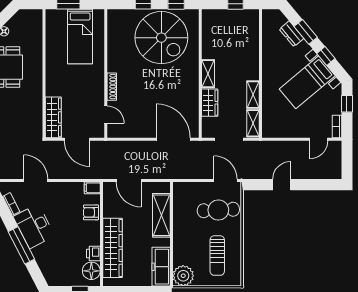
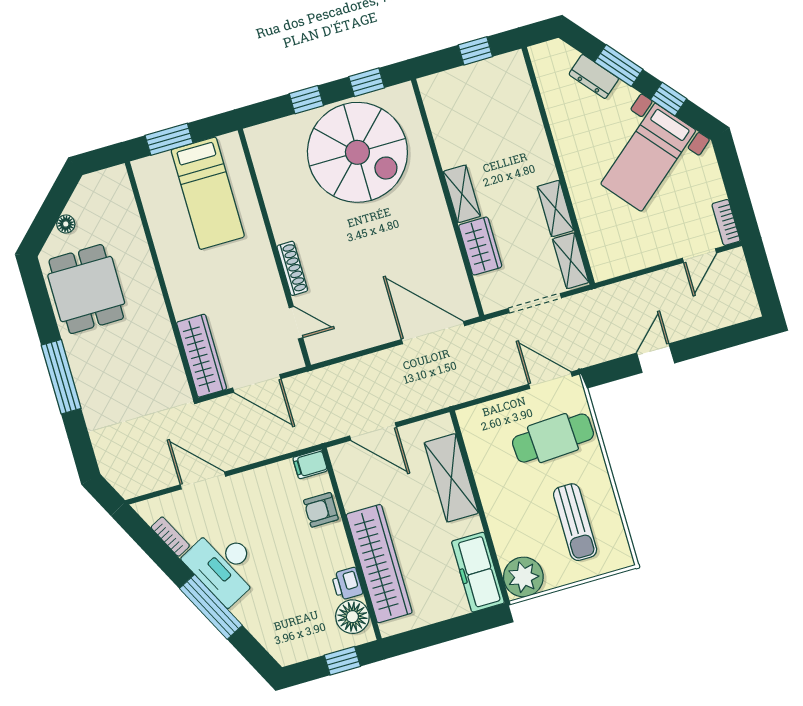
window: (347, 104) -> (732, 175), removed

